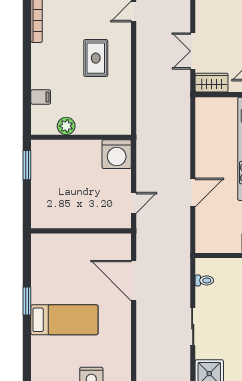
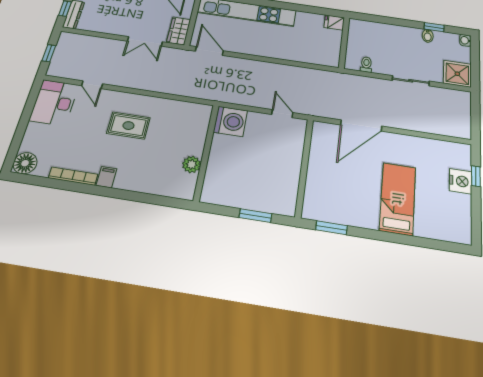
filing cabinet: (41, 97) -> (106, 177), moved
window: (27, 165) -> (255, 216), moved
door: (193, 193) -> (209, 51), moved
window: (27, 301) -> (331, 228), moved

